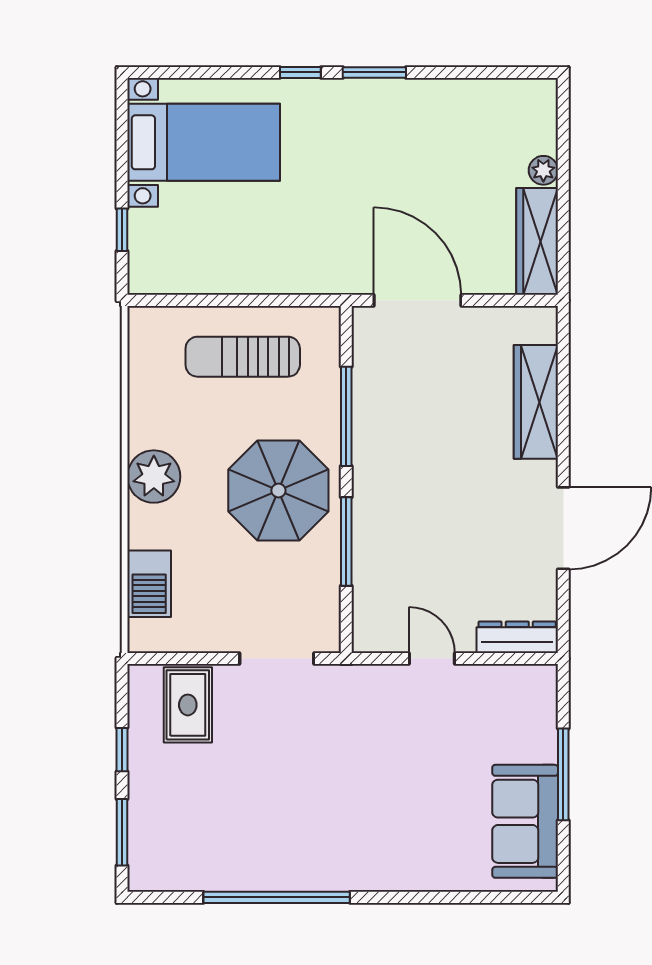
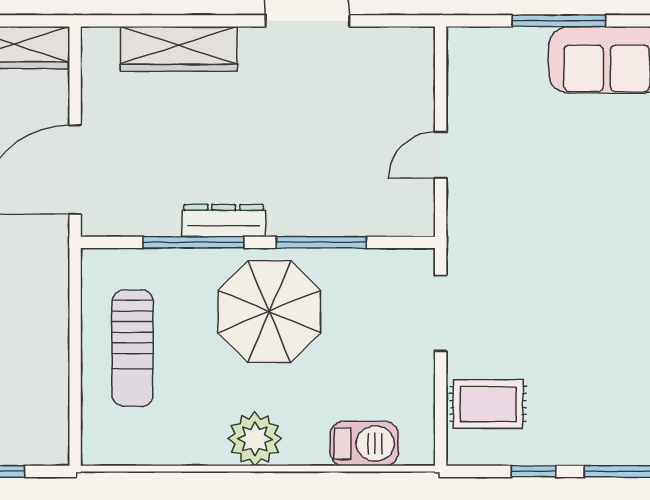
dresser: (517, 637) -> (224, 221), moved, turned 90

